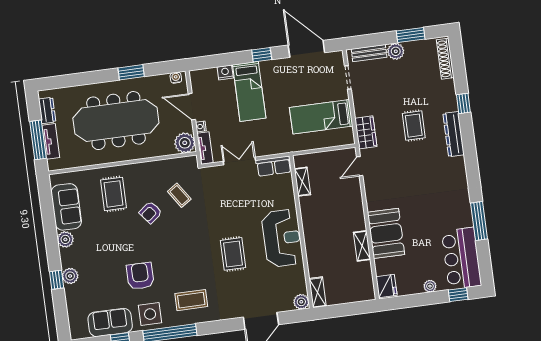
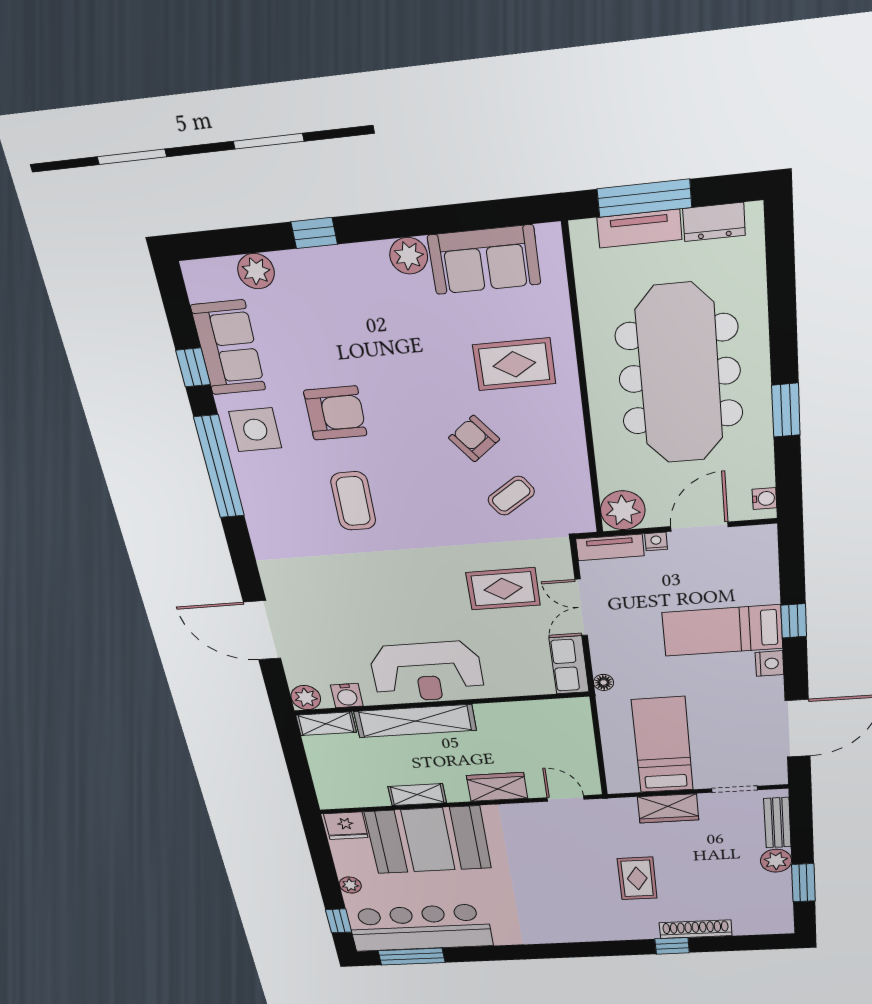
window: (262, 55) -> (794, 621), moved
shoe rack: (445, 59) -> (696, 929), moved
nightstand: (225, 72) -> (769, 664), moved
rug: (414, 126) -> (637, 878), turned 90
wardrobe: (366, 132) -> (668, 808), moved
dresser: (454, 134) -> (619, 930), removed
floor lamp: (283, 149) -> (604, 682), added
double door: (239, 161) -> (581, 607), swing flipped
shelving: (302, 182) -> (415, 721), moved, width x2.20, depth x1.33
wardrobe: (354, 203) -> (497, 787), added
window: (479, 221) -> (412, 957), moved
booth: (386, 233) -> (428, 840), width x1.36, depth x1.42
rug: (233, 254) -> (503, 589), moved
bar counter: (461, 258) -> (420, 928), width x1.36
plant: (70, 276) -> (256, 271), moved
water cooler: (299, 280) -> (347, 696), added
coffee table: (191, 300) -> (353, 501), moved

